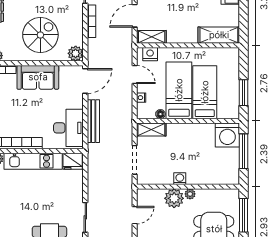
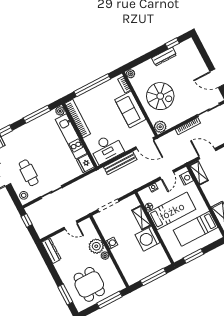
bed: (205, 92) -> (196, 229), moved, turned 180
shelving: (151, 129) -> (141, 218), moved
washing machine: (227, 135) -> (148, 239), moved

